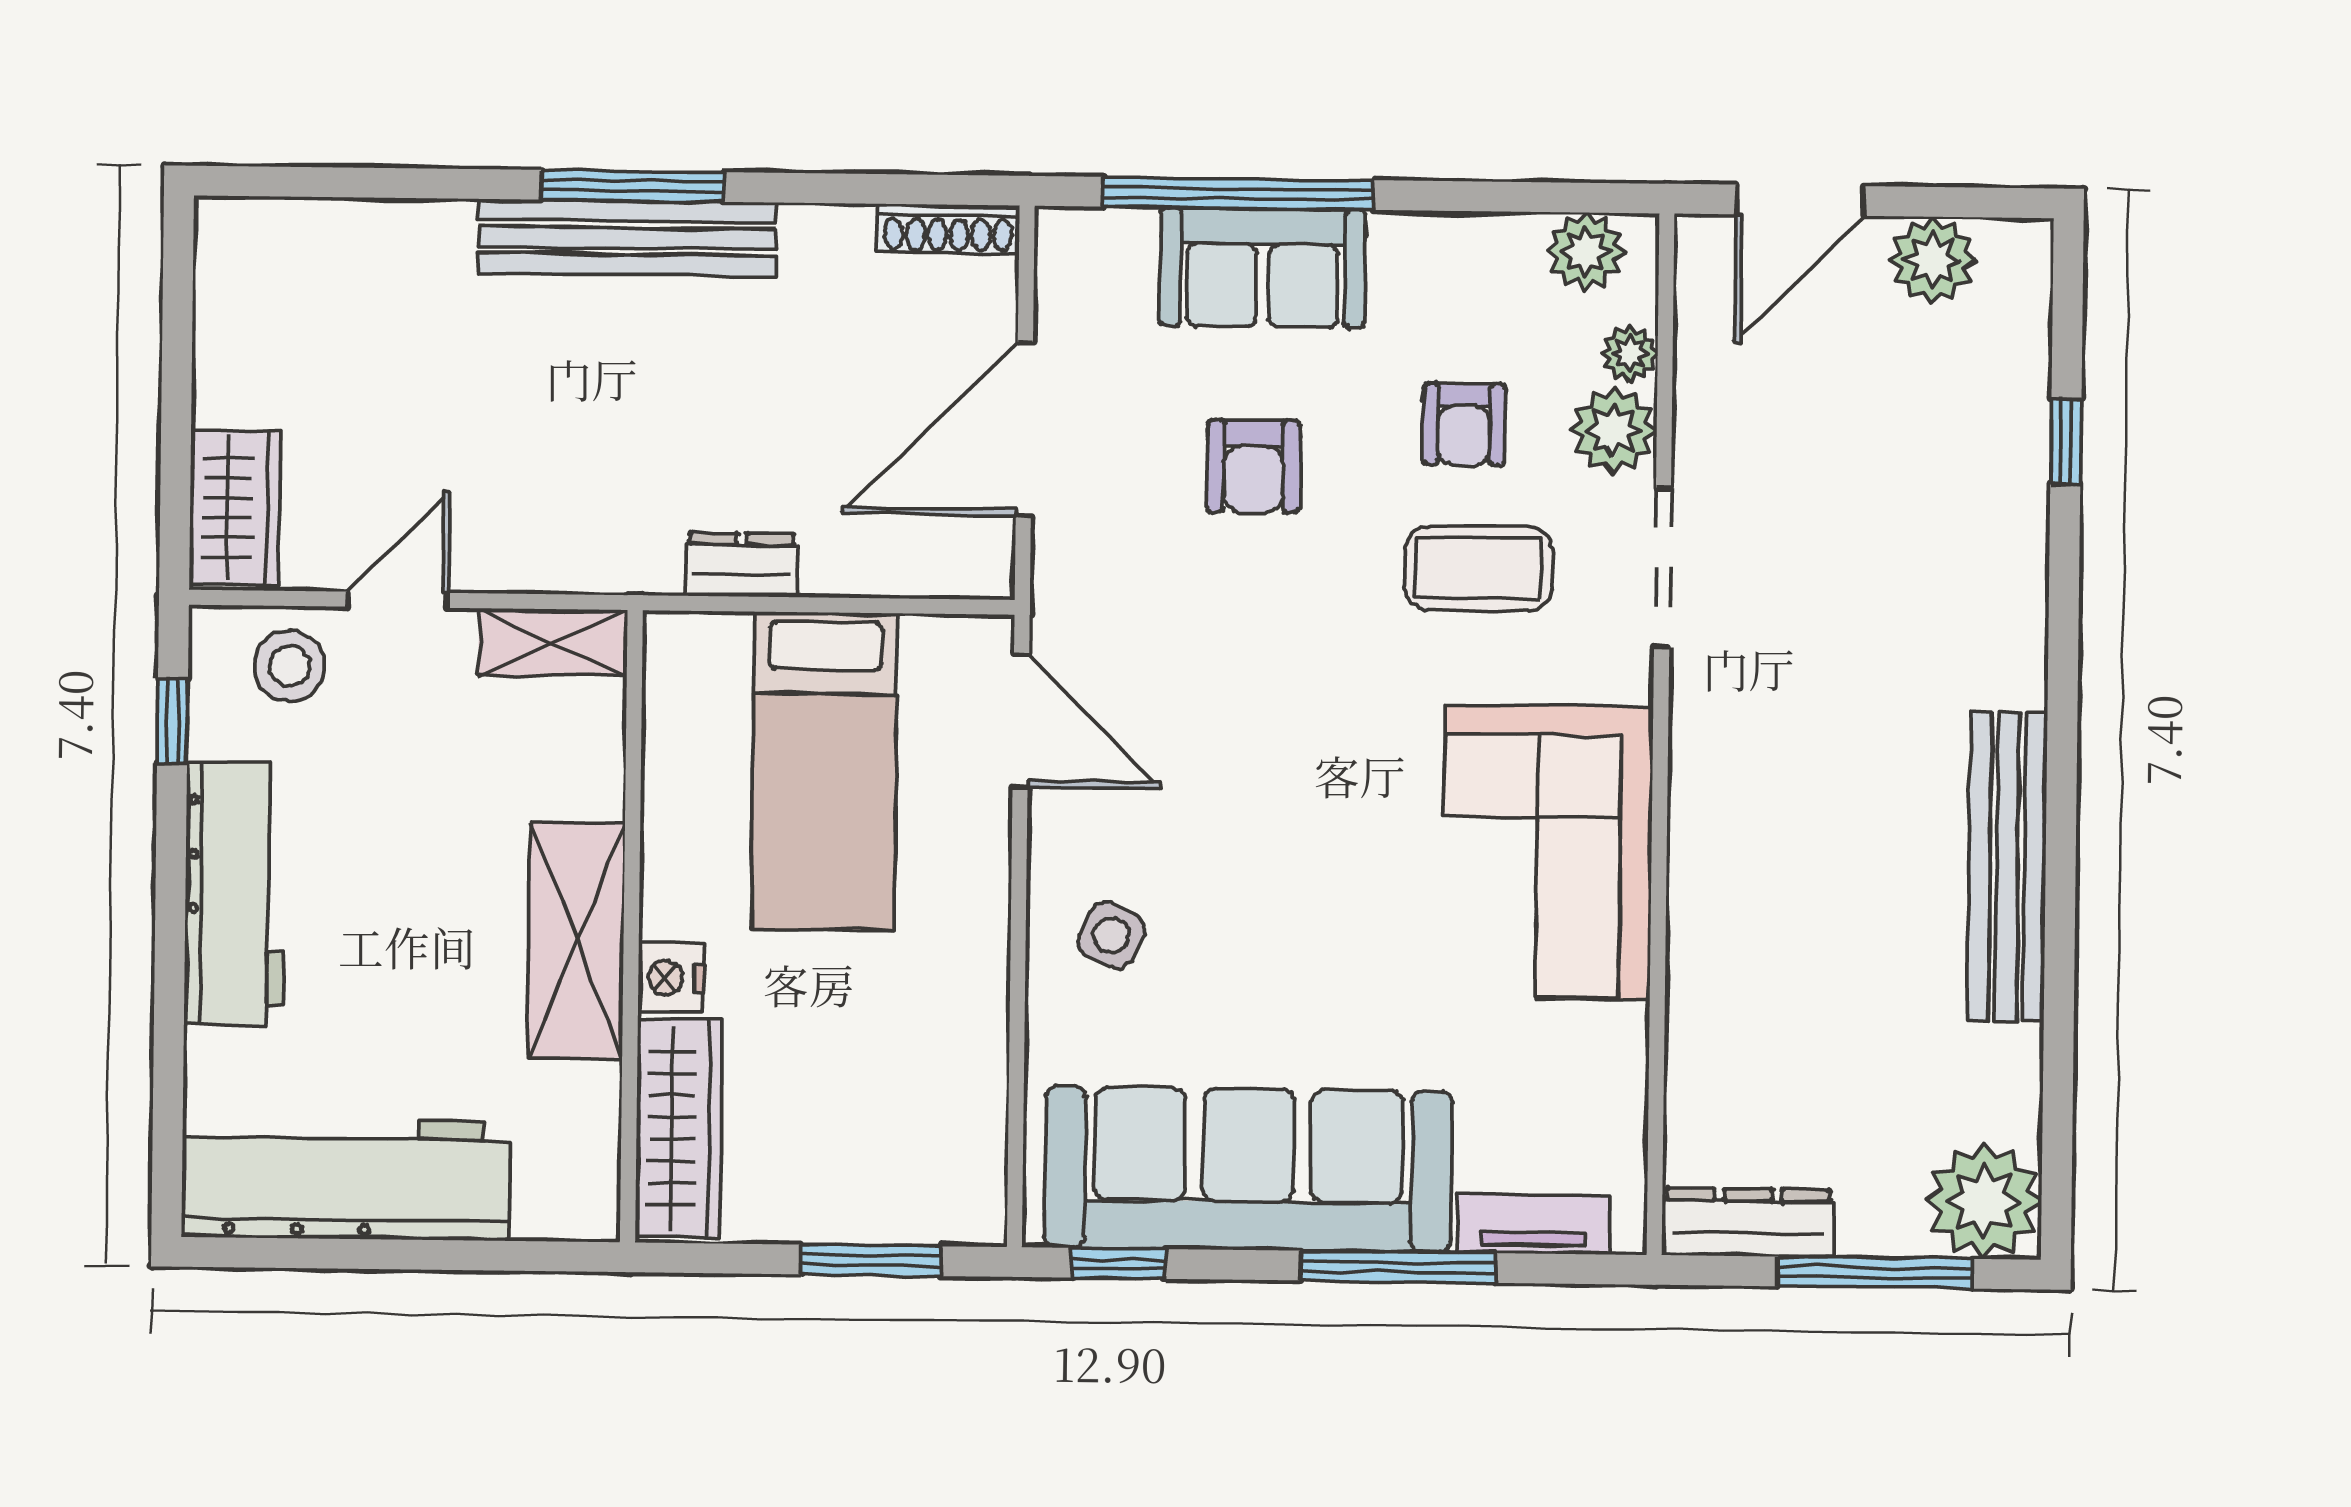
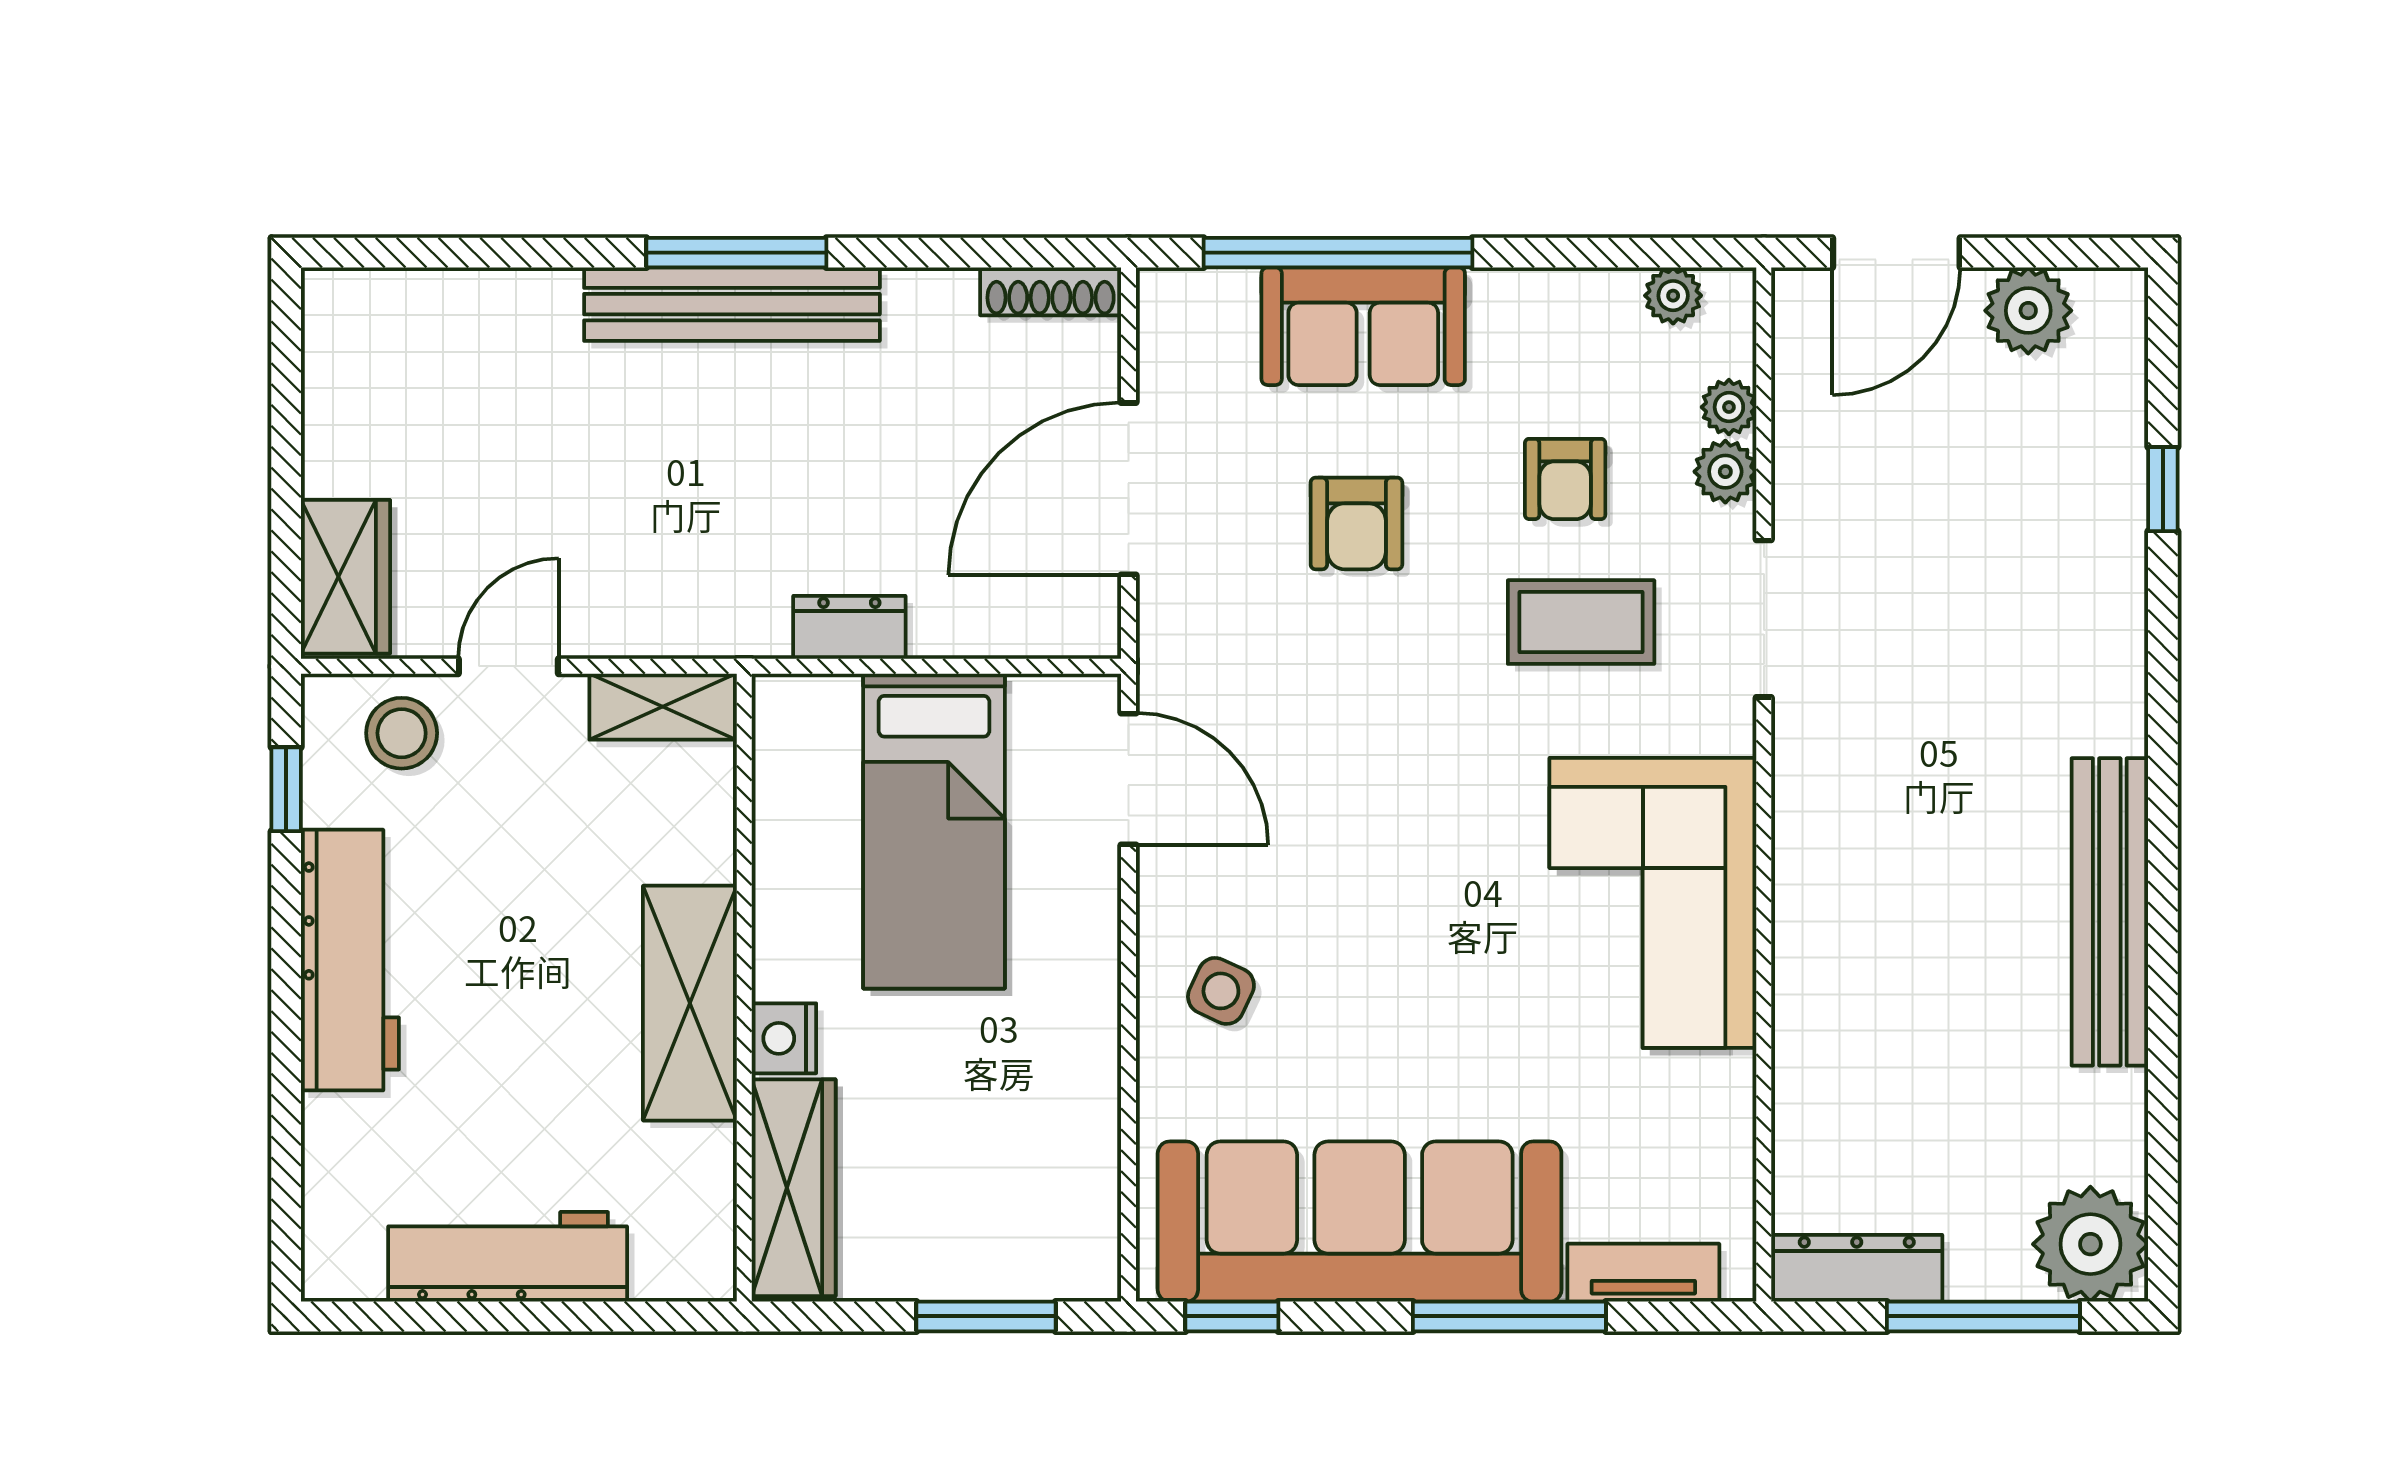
plant: (1586, 252) -> (1673, 296), width x0.73, depth x0.73
plant: (1614, 430) -> (1725, 472), width x0.73, depth x0.73
workbench: (346, 1179) -> (508, 1257), width x0.73, depth x0.76

